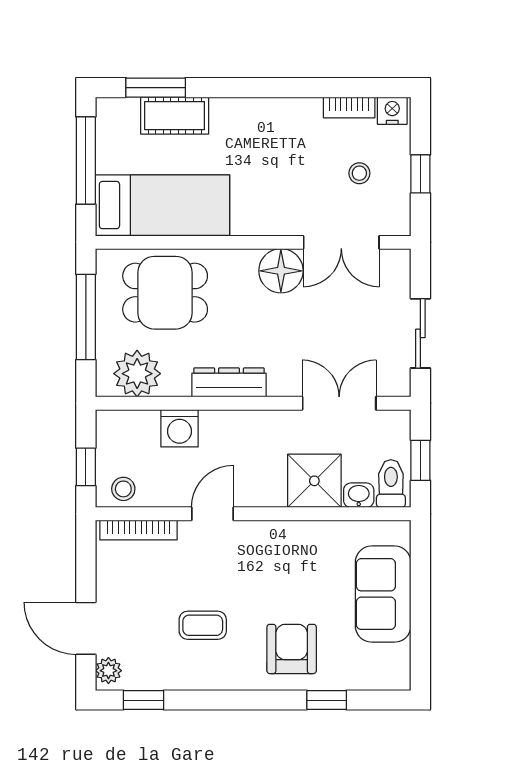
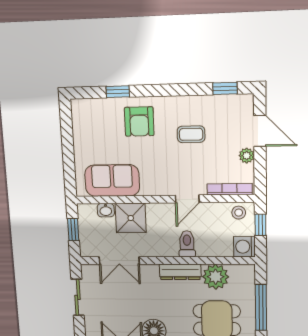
plant: (137, 374) -> (216, 277), moved
washing machine: (180, 428) -> (244, 247), moved, turned -90
toilet: (391, 484) -> (187, 244), moved, turned 180
sofa: (383, 594) -> (112, 181), moved, turned -90
plant: (108, 671) -> (247, 156), moved

